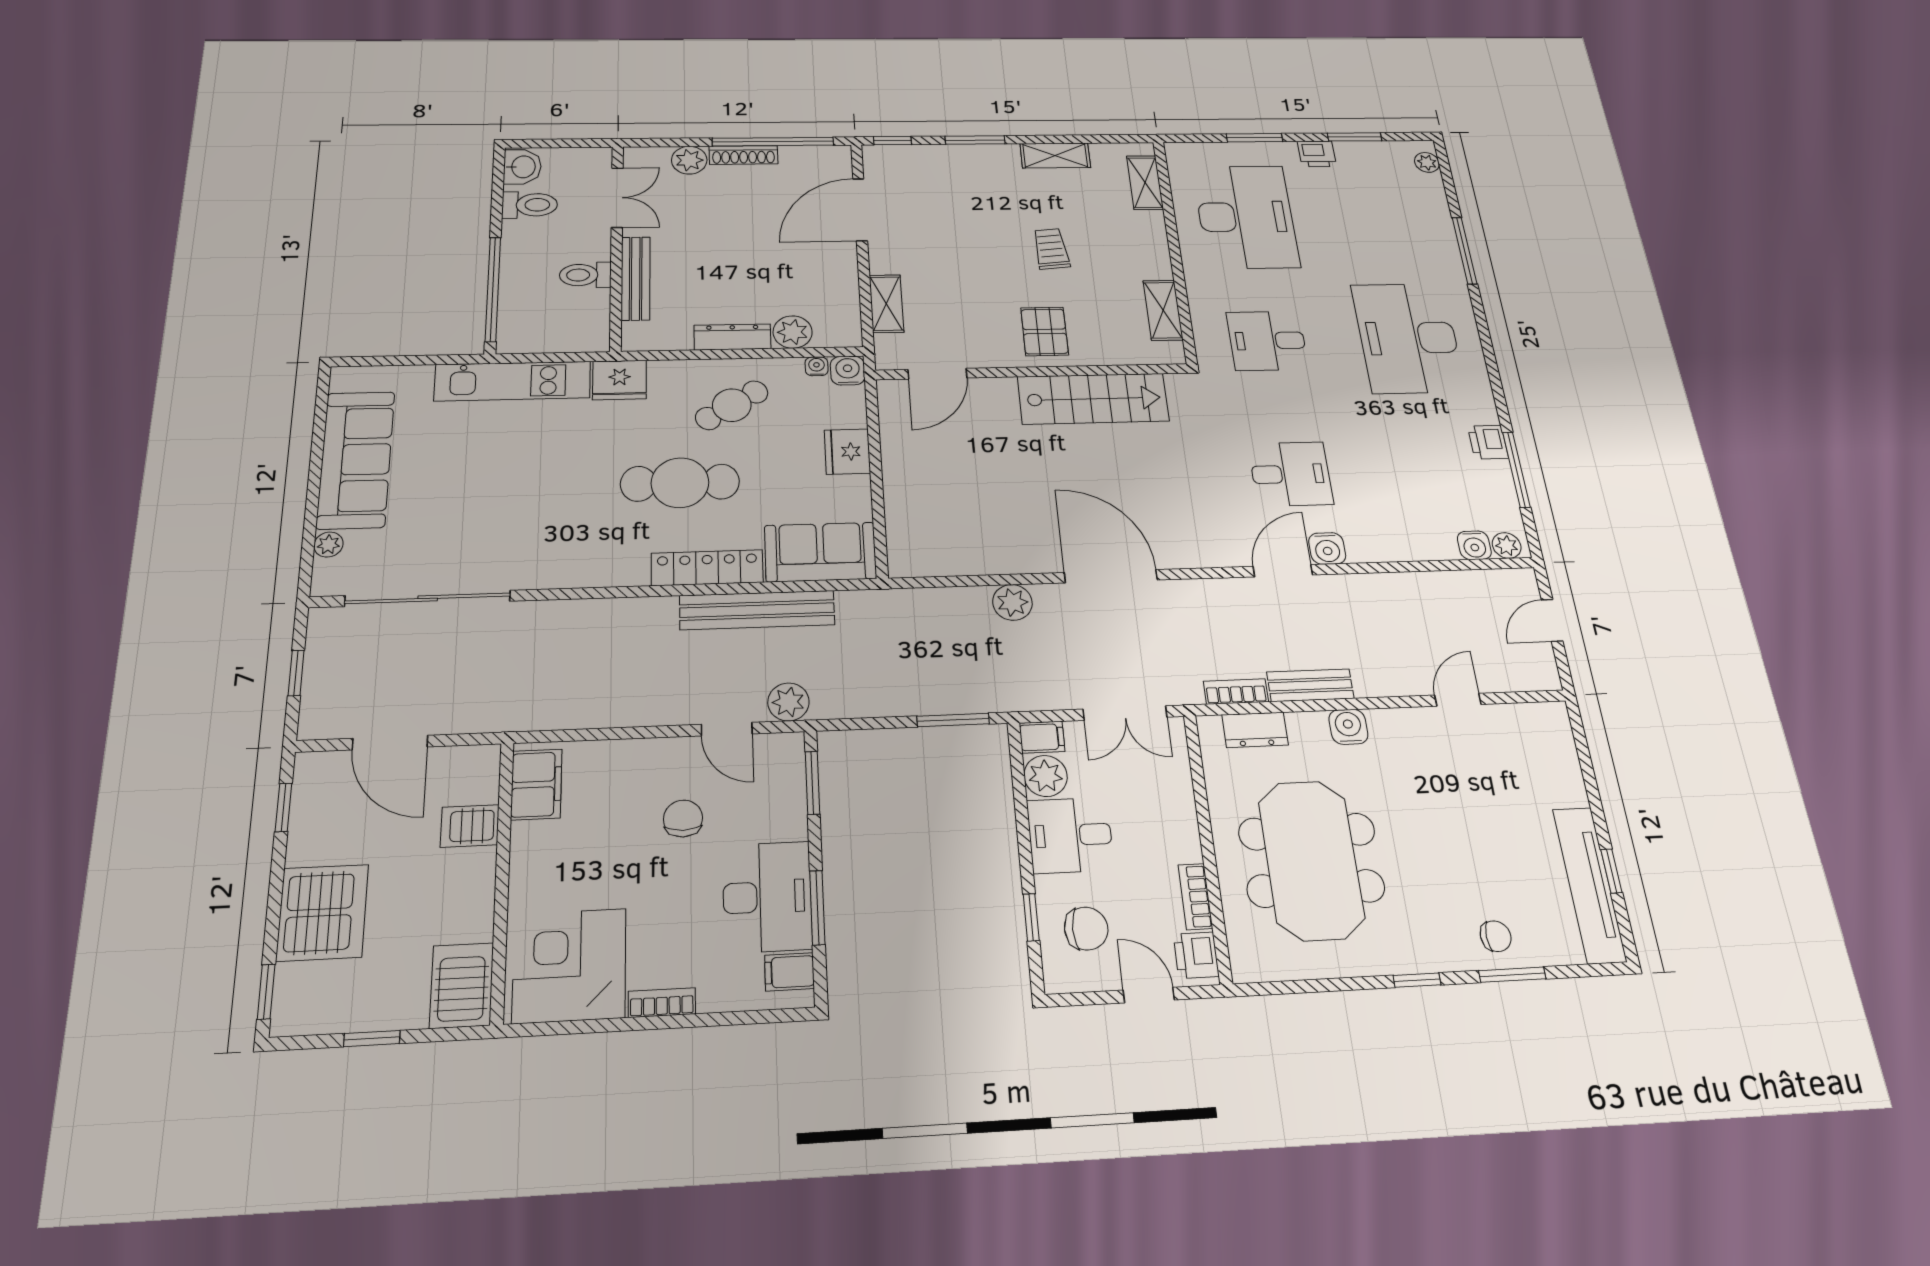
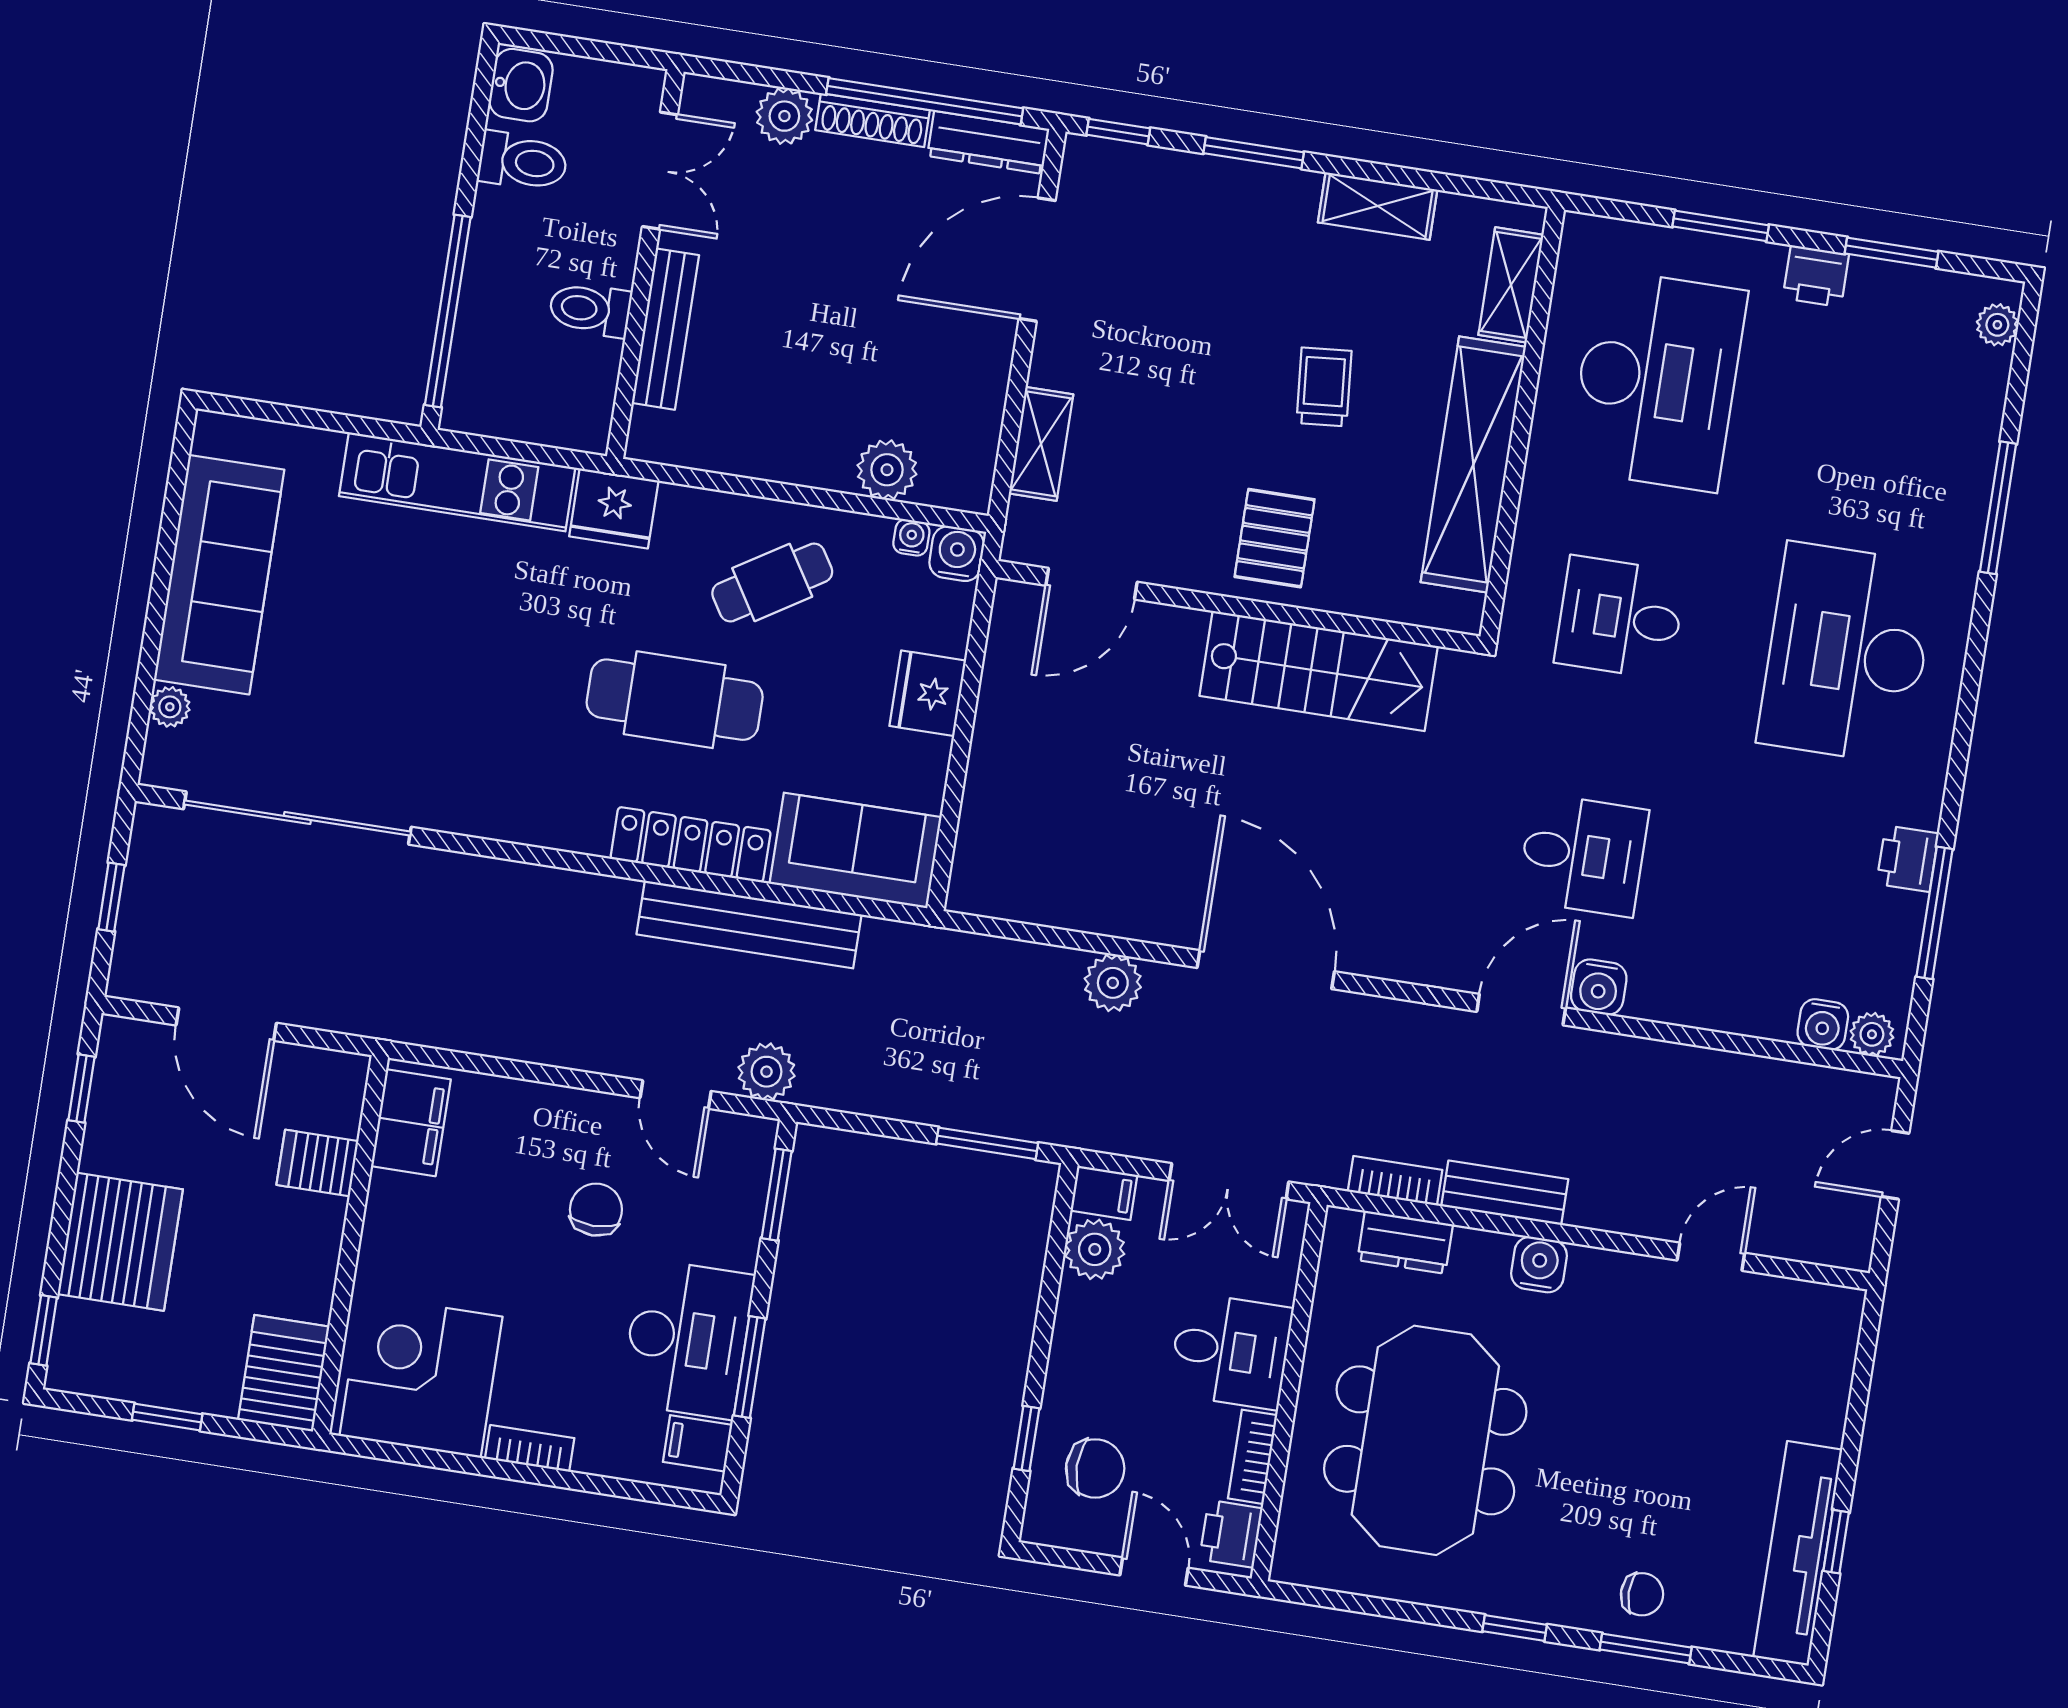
shelving: (1163, 310) -> (1473, 464), width x2.20, depth x1.33
dresser: (732, 337) -> (988, 142), moved, turned 180
desk: (1070, 835) -> (1231, 1351), moved, turned 180

